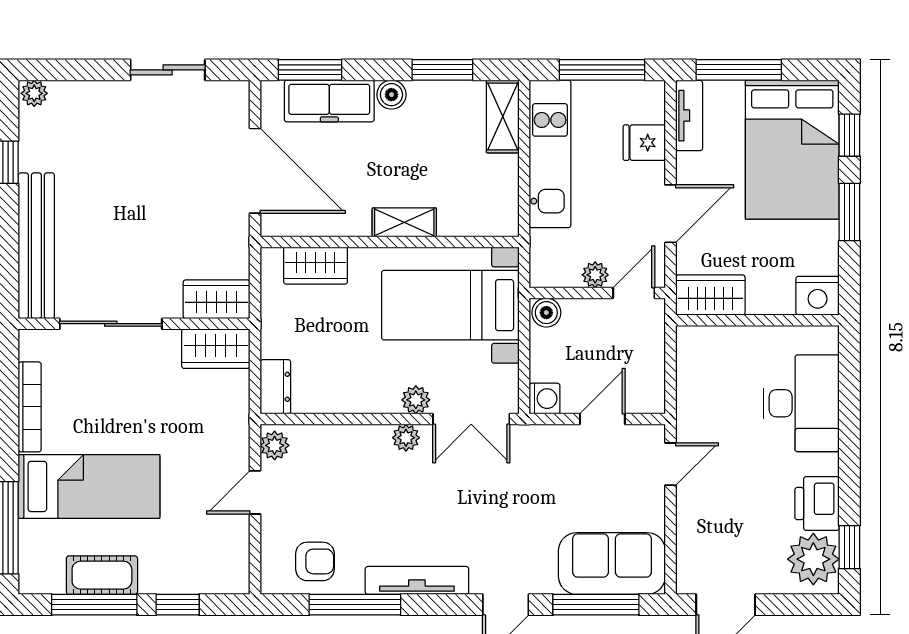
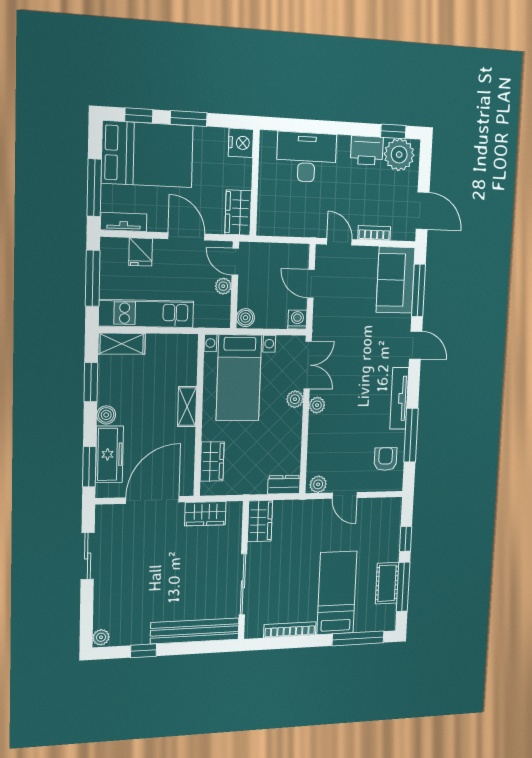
wardrobe: (217, 299) -> (205, 514), moved, turned -90
bookcase: (687, 523) -> (374, 233), added

